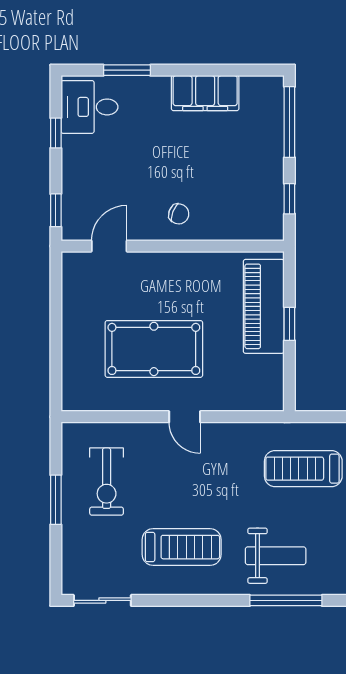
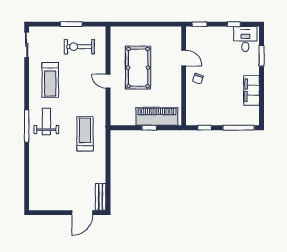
door: (109, 246) -> (184, 58), moved
door: (185, 417) -> (108, 81), hinge flipped
weight bench: (276, 556) -> (46, 122), turned 180

